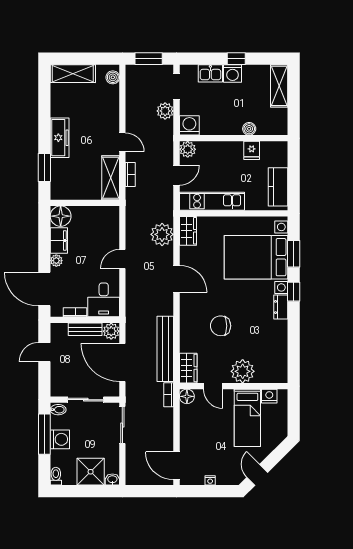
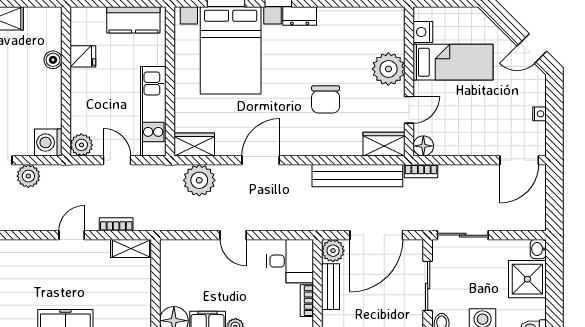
shelving: (111, 178) -> (131, 248), width x0.67, depth x0.75

